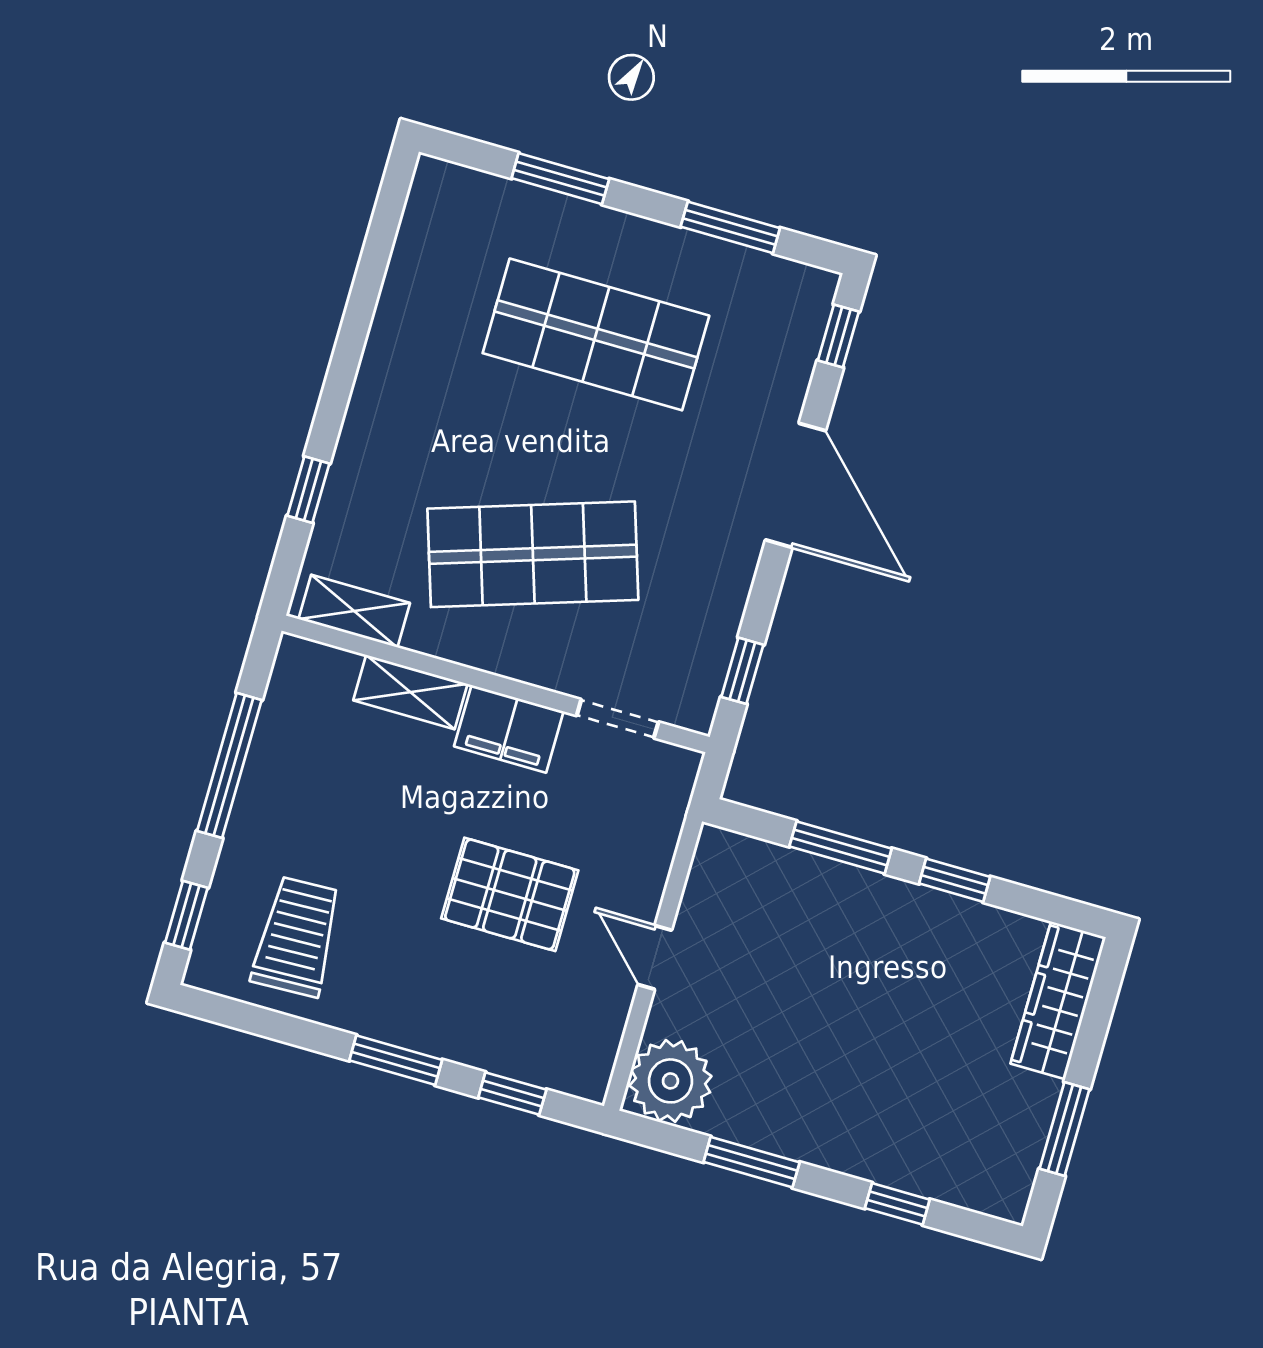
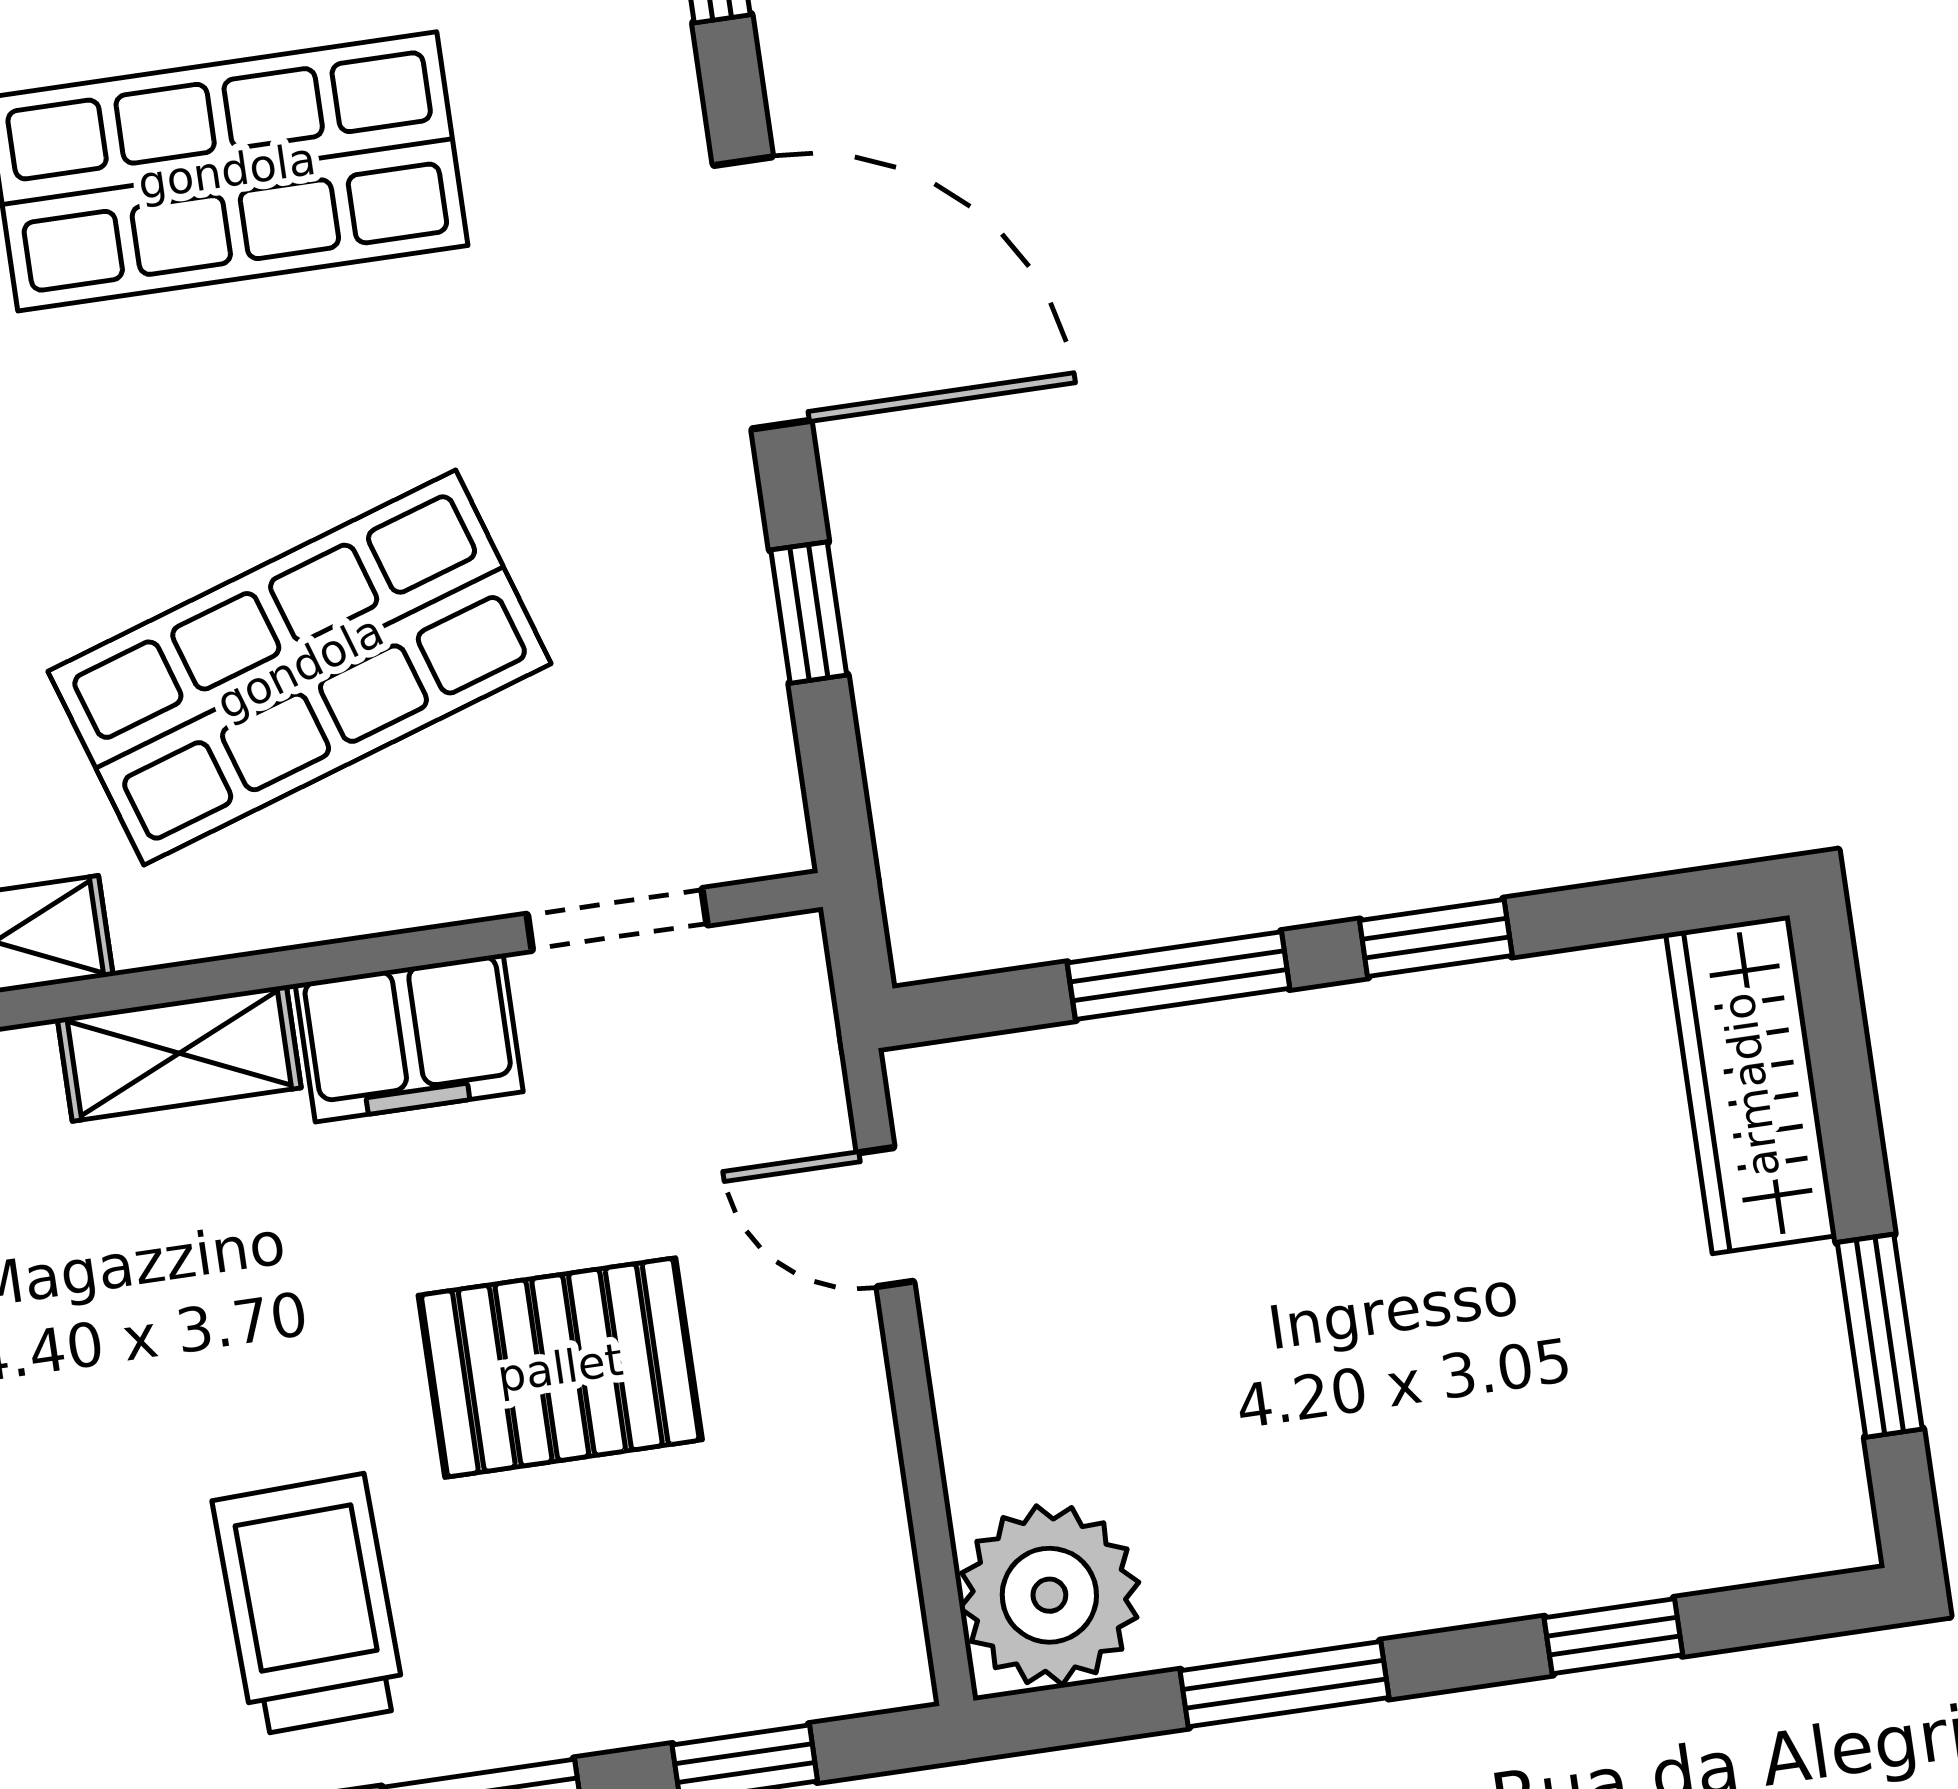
window: (742, 671) -> (809, 613), moved
trolley: (297, 937) -> (309, 1604), moved
door: (655, 957) -> (886, 1217), moved

